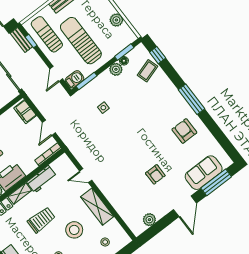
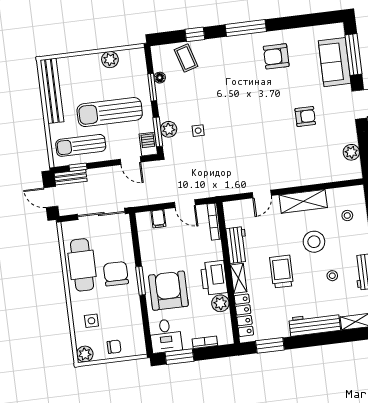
window: (124, 52) -> (152, 87), moved
window: (158, 55) -> (195, 34), moved
plant: (116, 69) -> (169, 129), moved
filing cabinet: (25, 112) -> (158, 219), width x0.50

